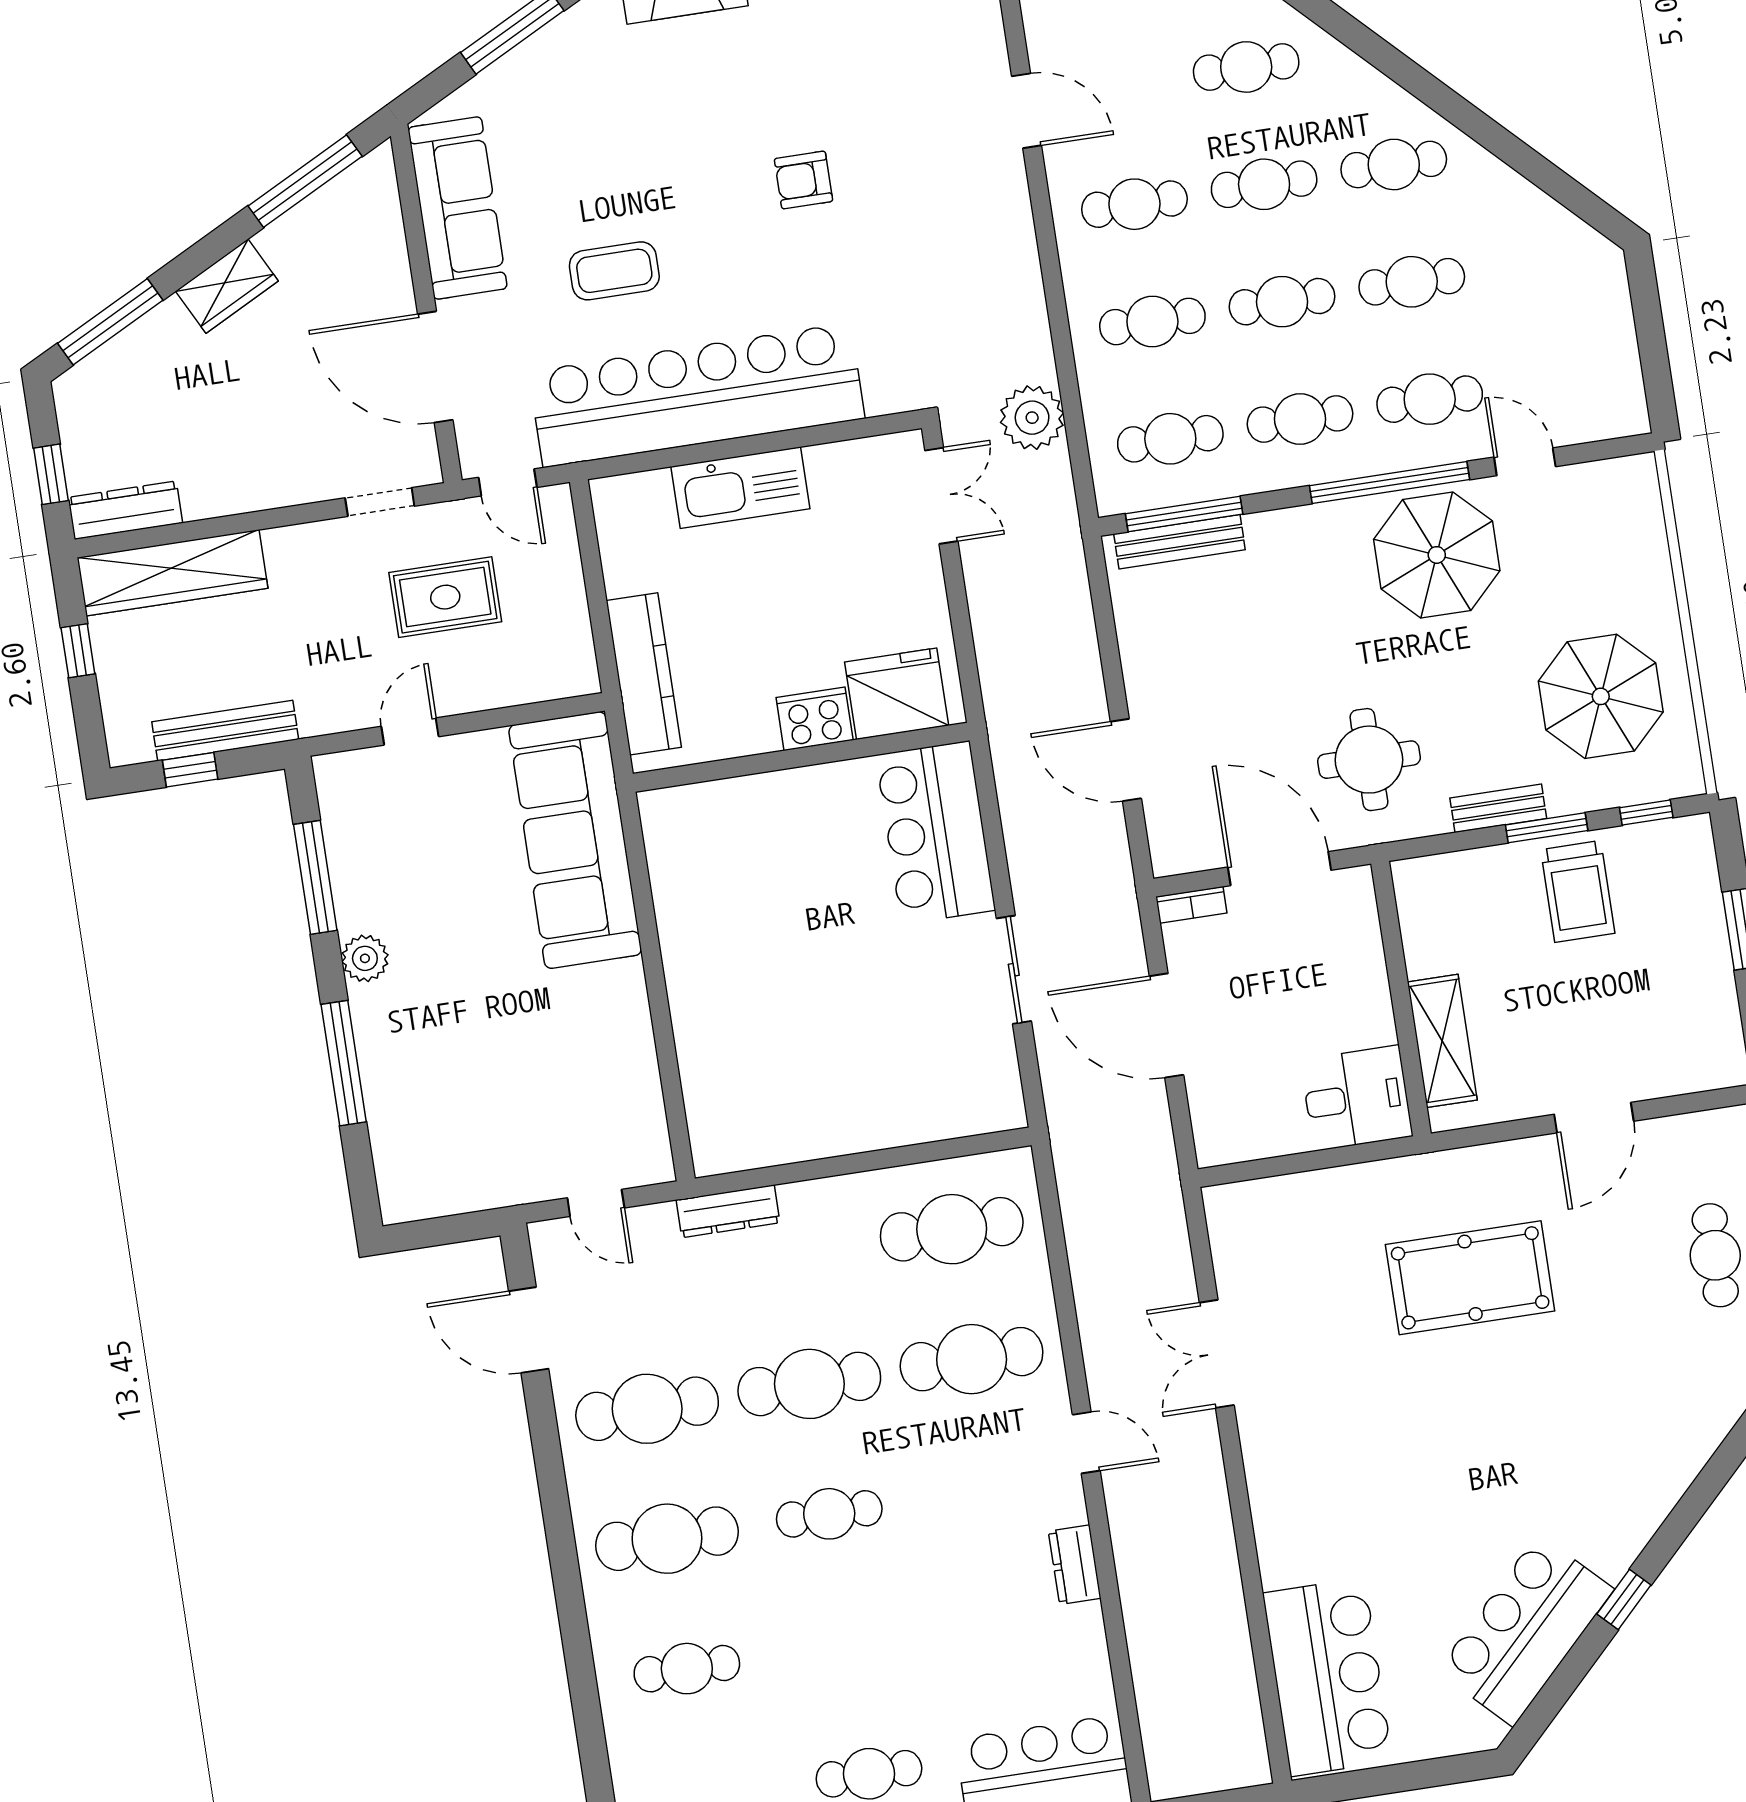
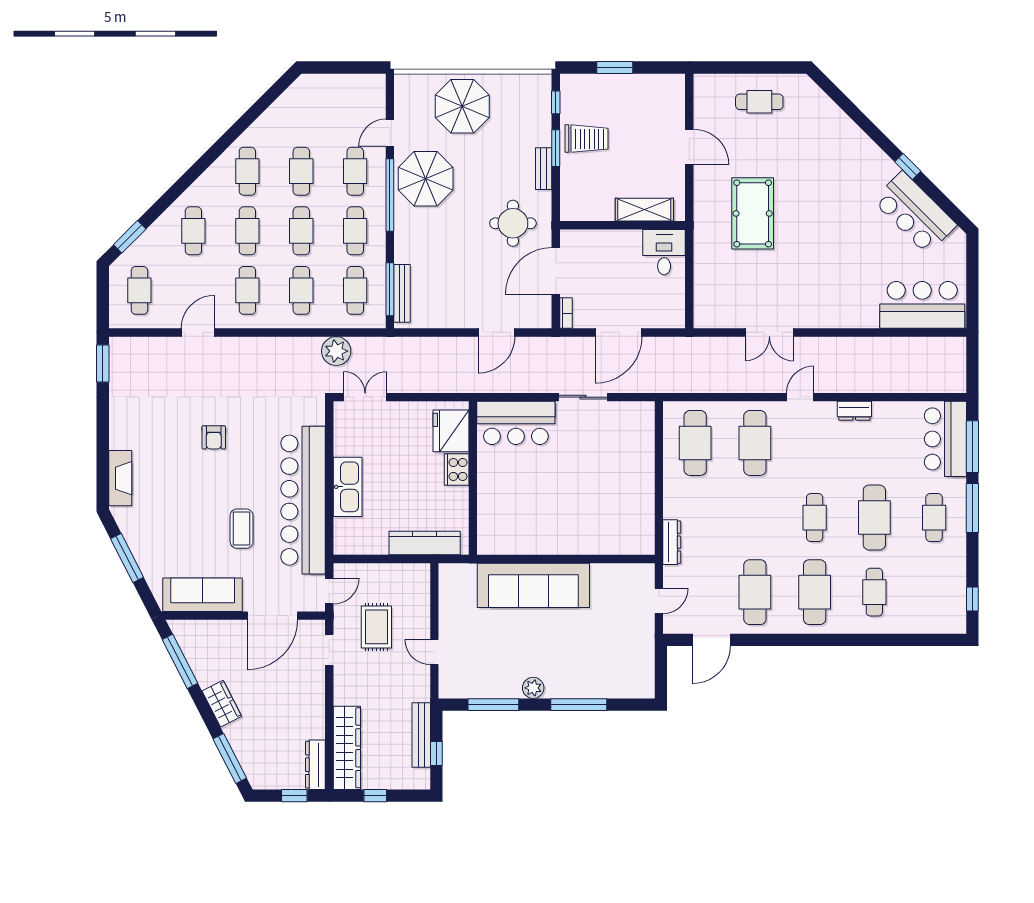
parasol: (1601, 696) -> (462, 106), moved
sofa: (575, 840) -> (533, 585), moved
cafe table: (809, 1384) -> (874, 518), moved

